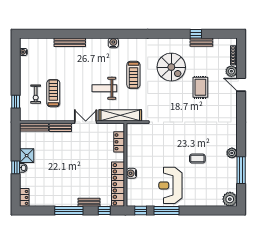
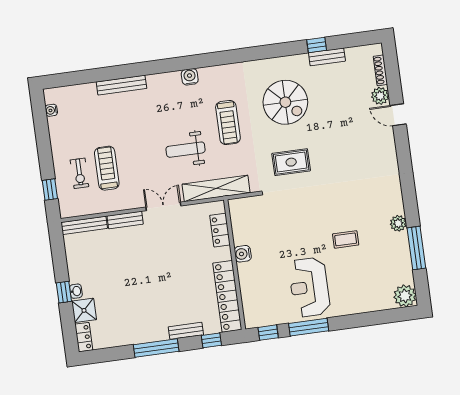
rug: (200, 87) -> (291, 162), moved, turned 90
shower: (27, 156) -> (84, 310), moved
water cooler: (131, 173) -> (243, 254), moved

